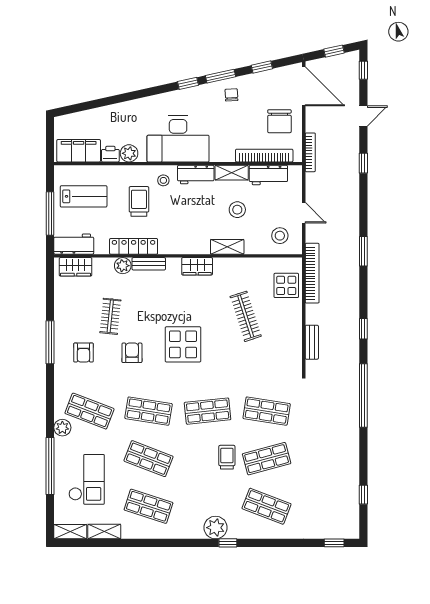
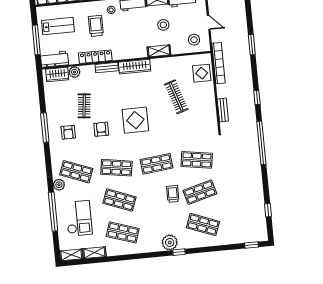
plant: (123, 266) -> (74, 72), moved
wardrobe: (197, 266) -> (135, 67), width x1.50

